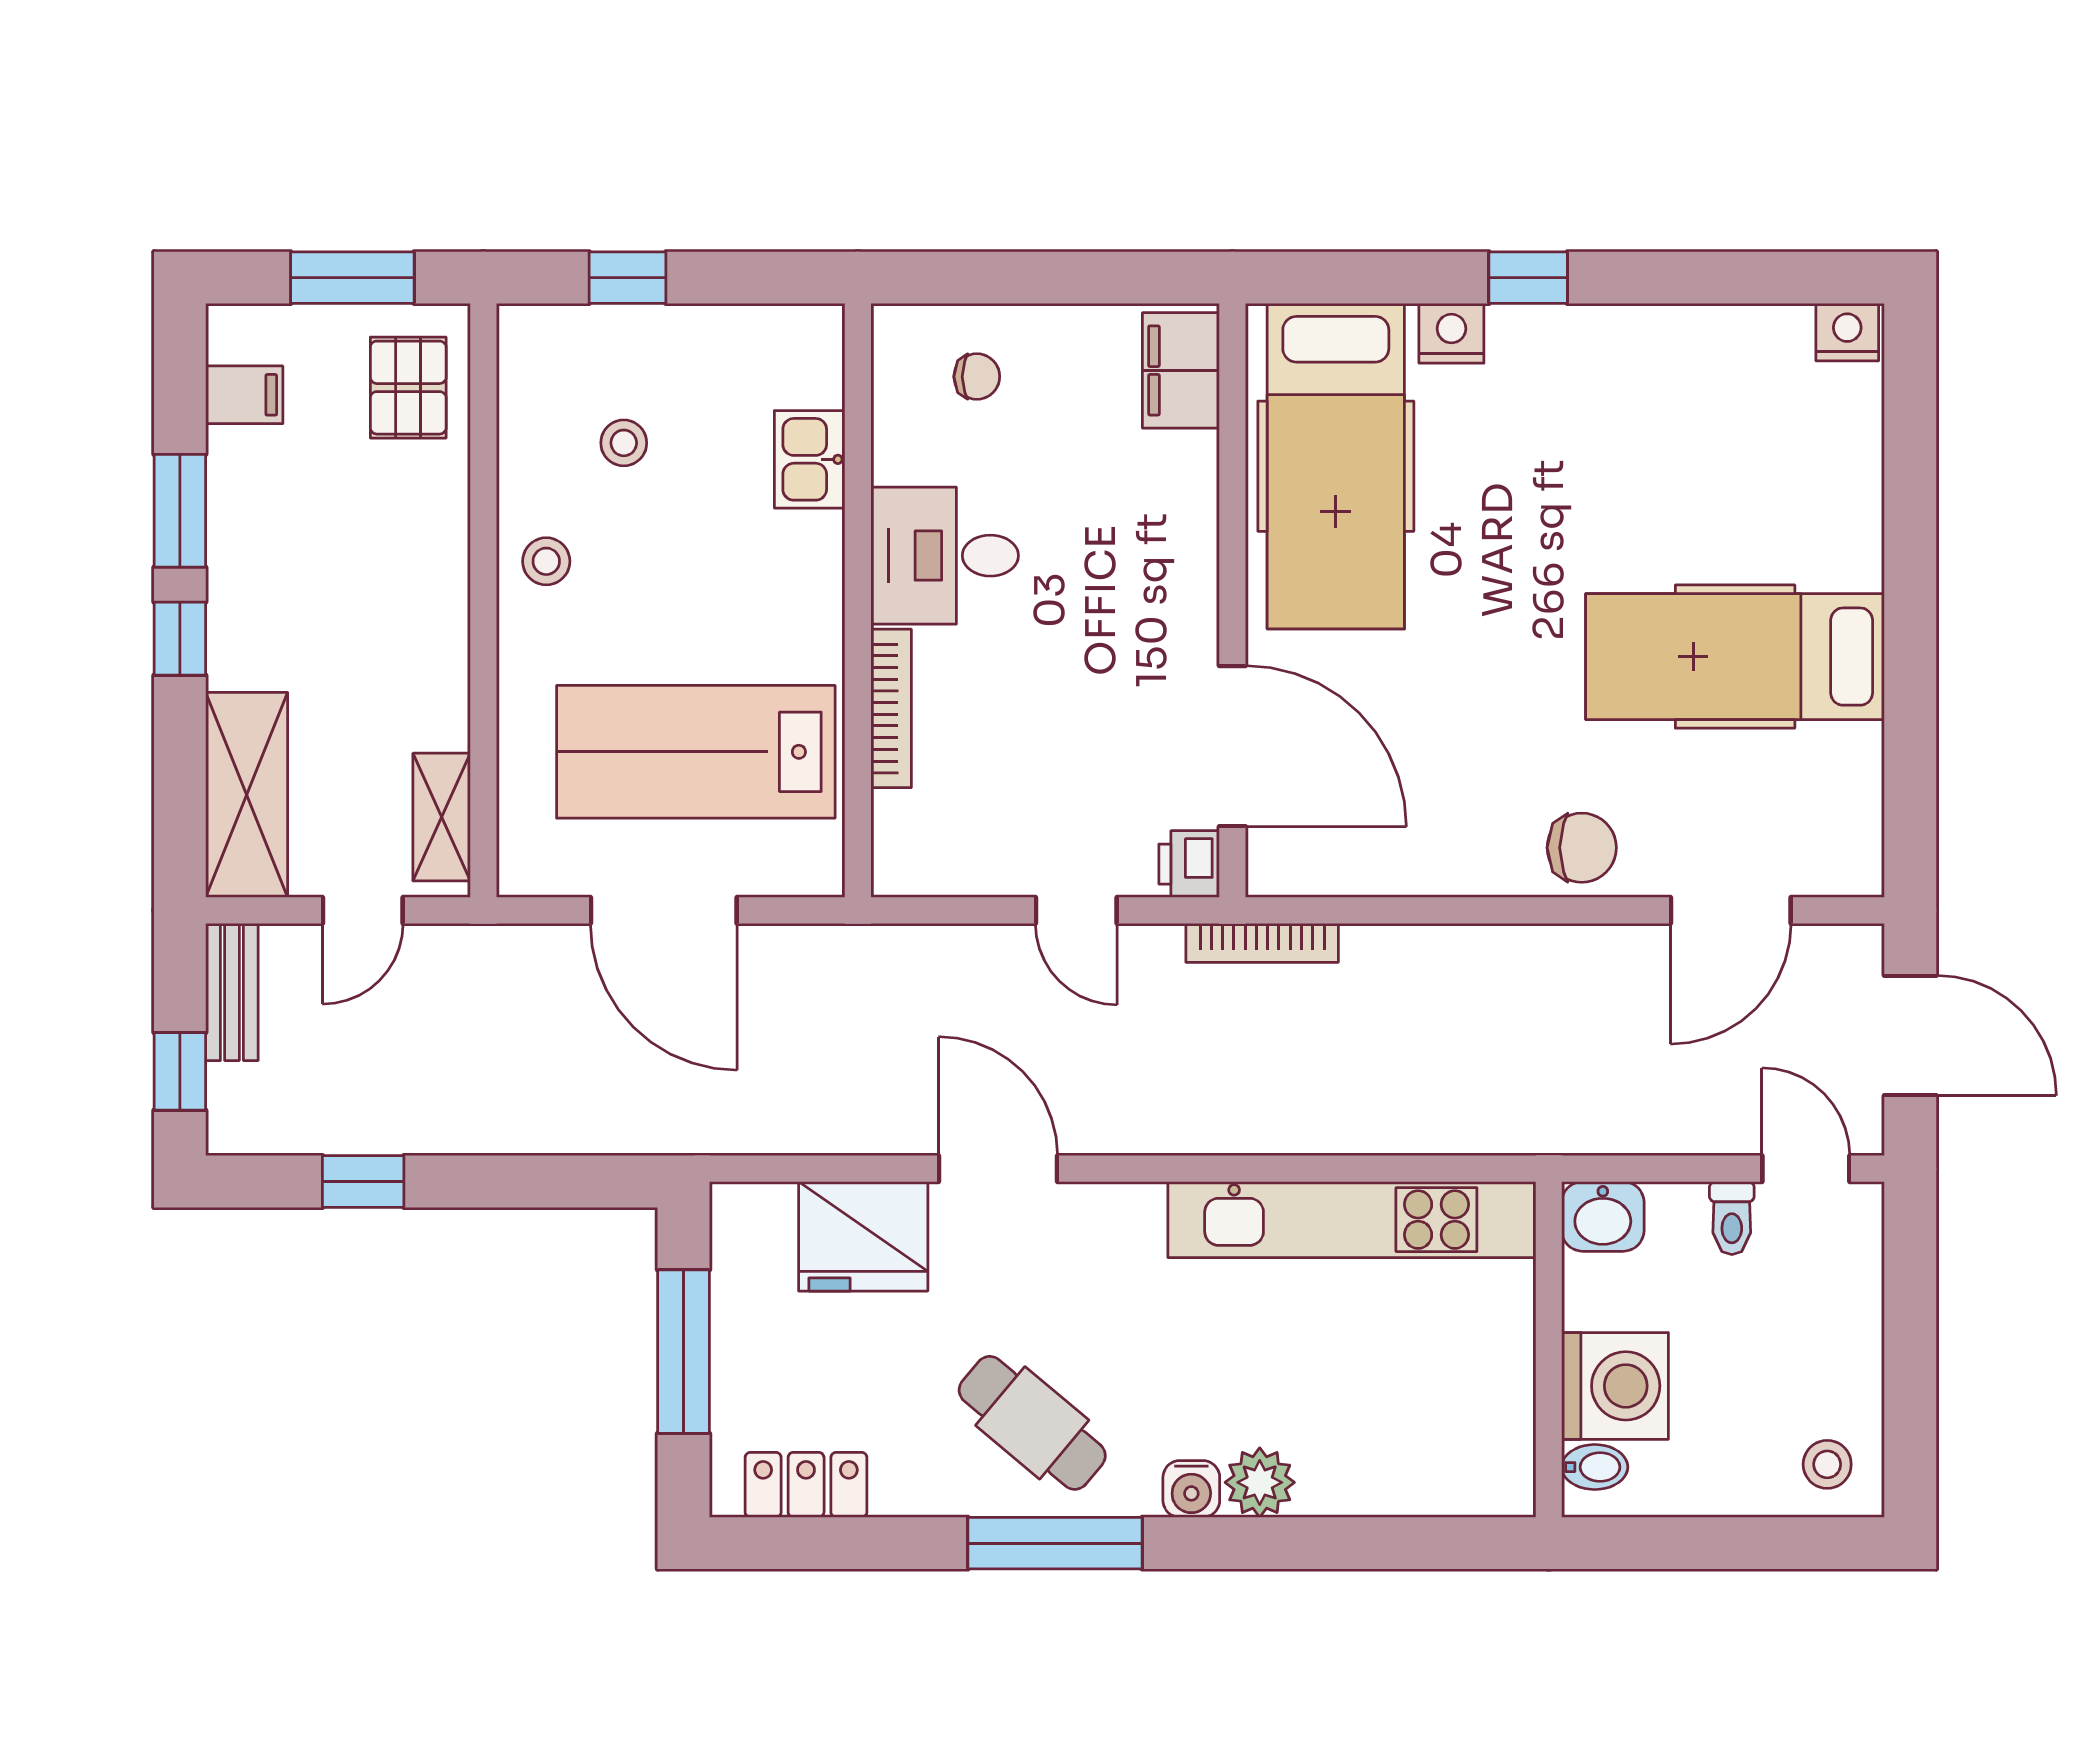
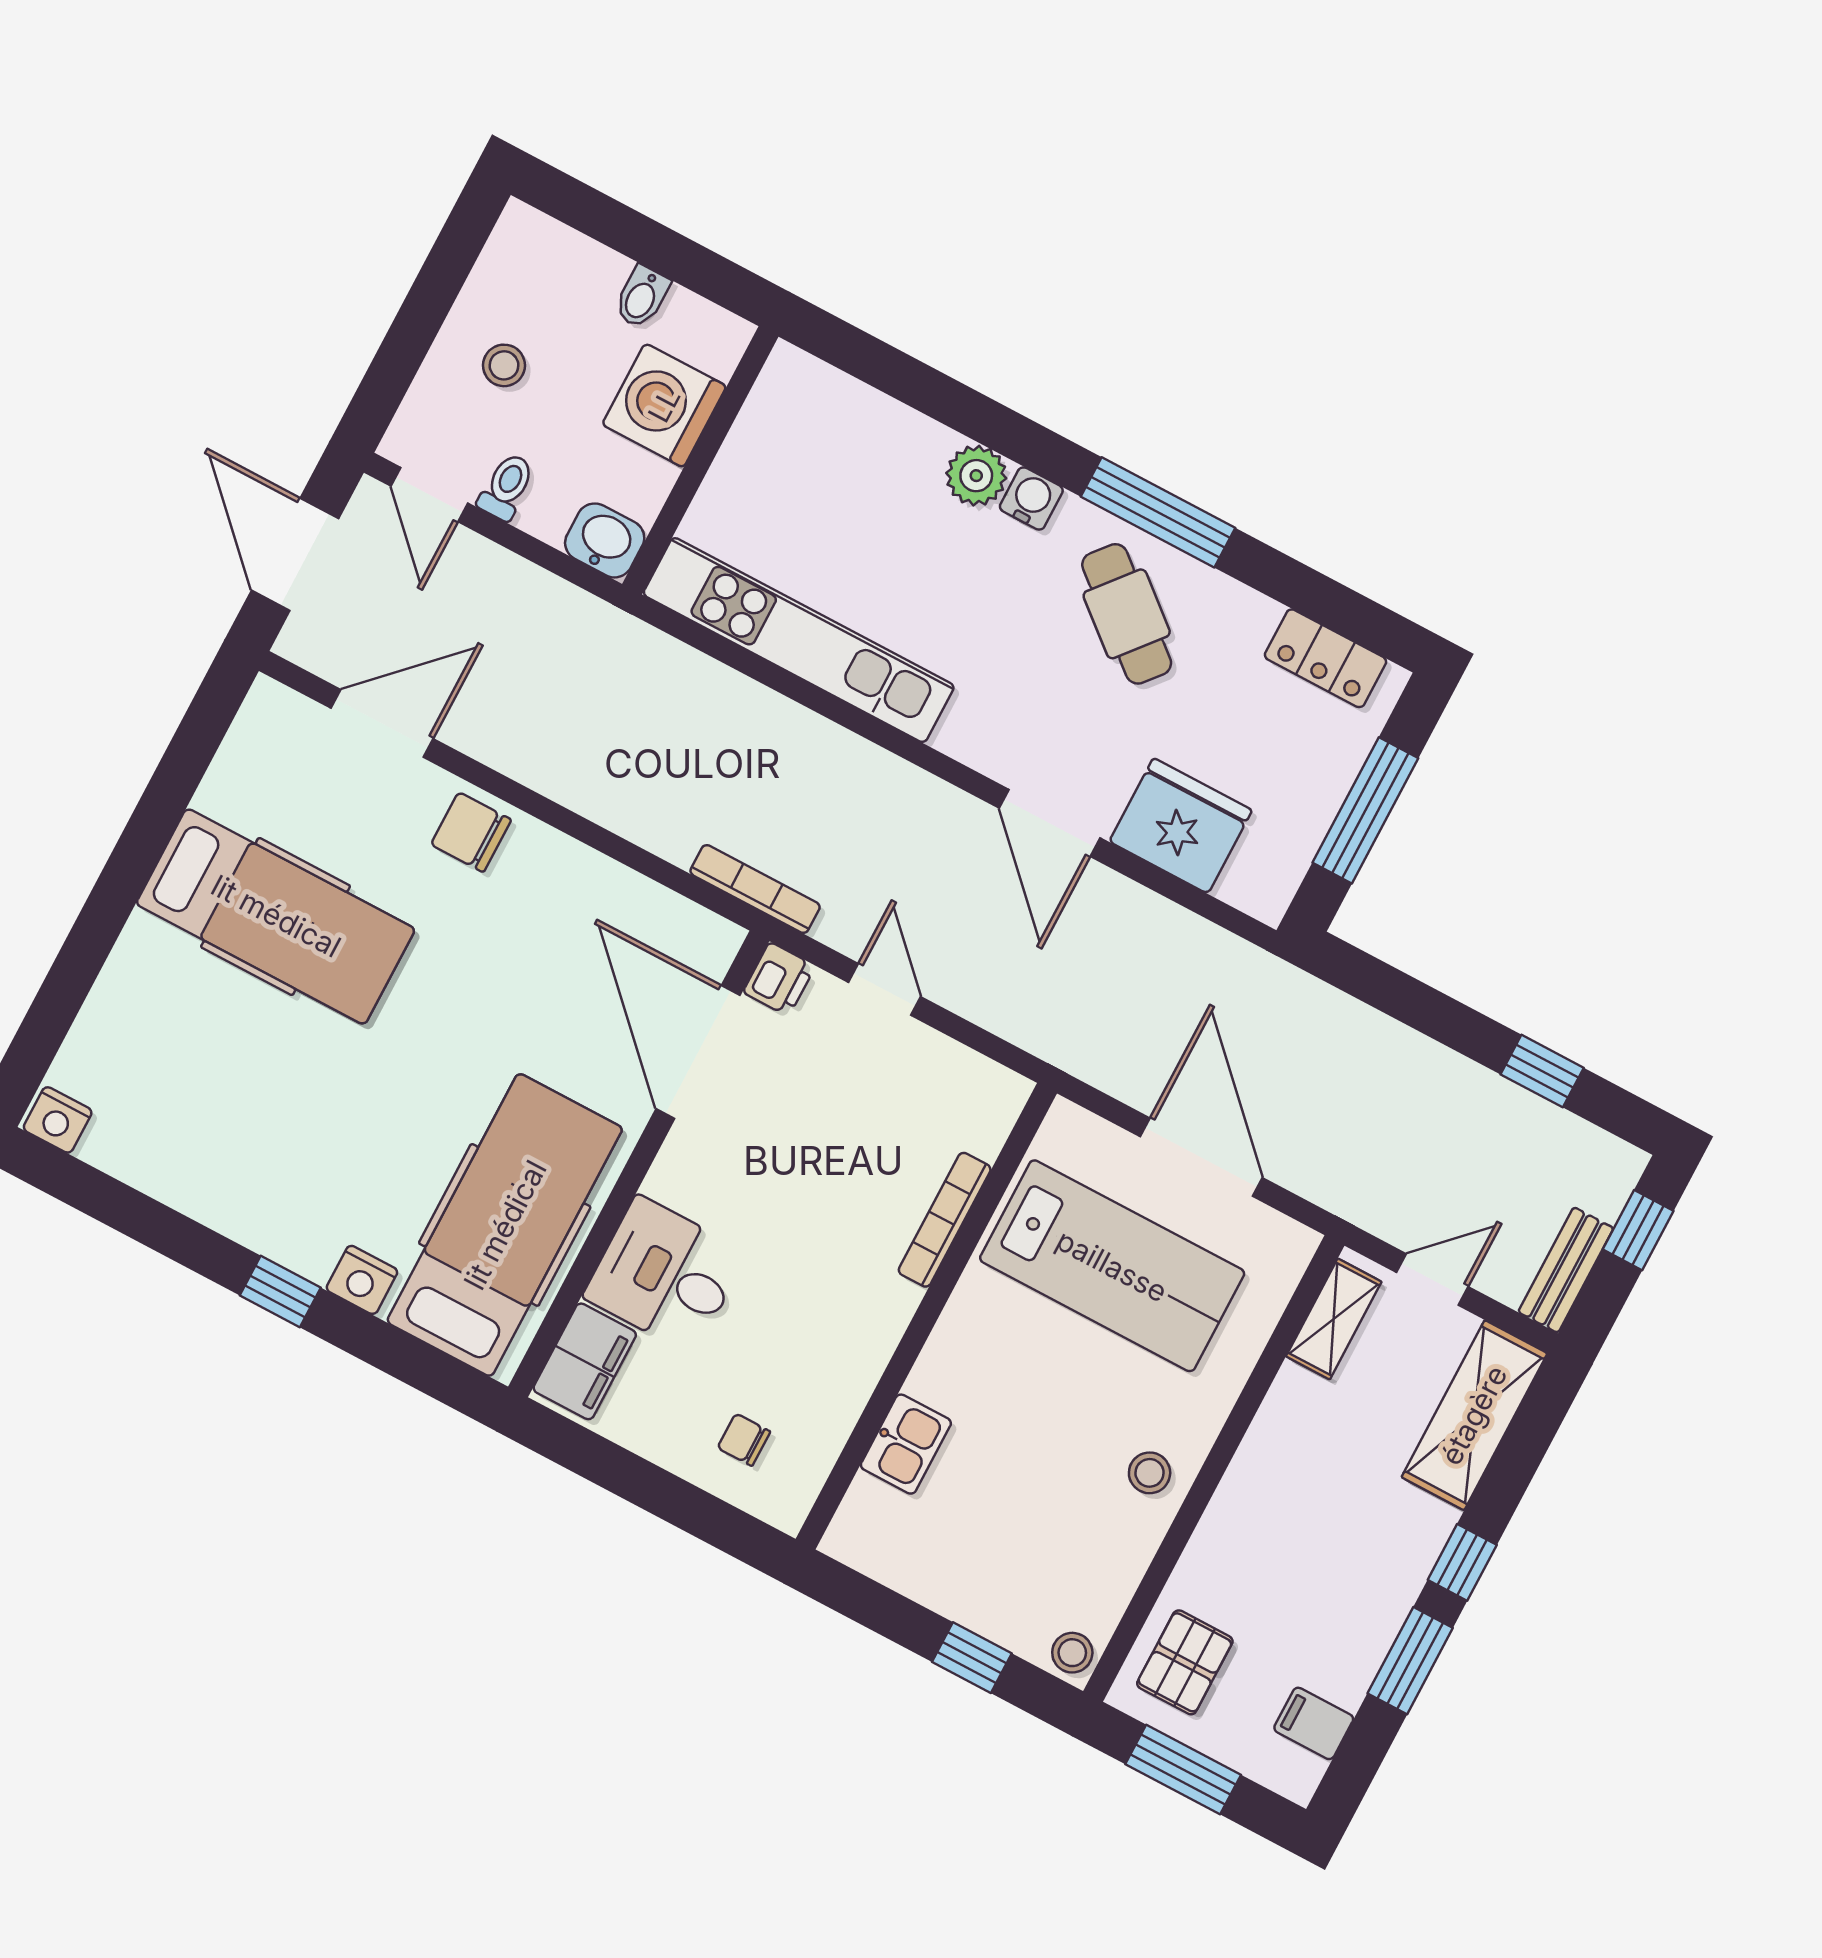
stool: (624, 443) -> (1072, 1653), moved
desk: (945, 556) -> (665, 1275), moved, turned 180
stool: (1827, 1464) -> (504, 365), moved
bidet: (1595, 1467) -> (642, 297), moved, turned -90

